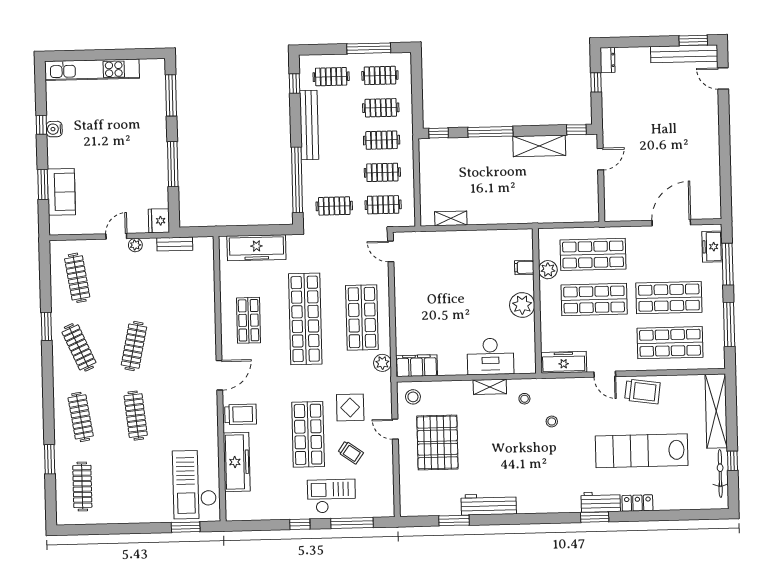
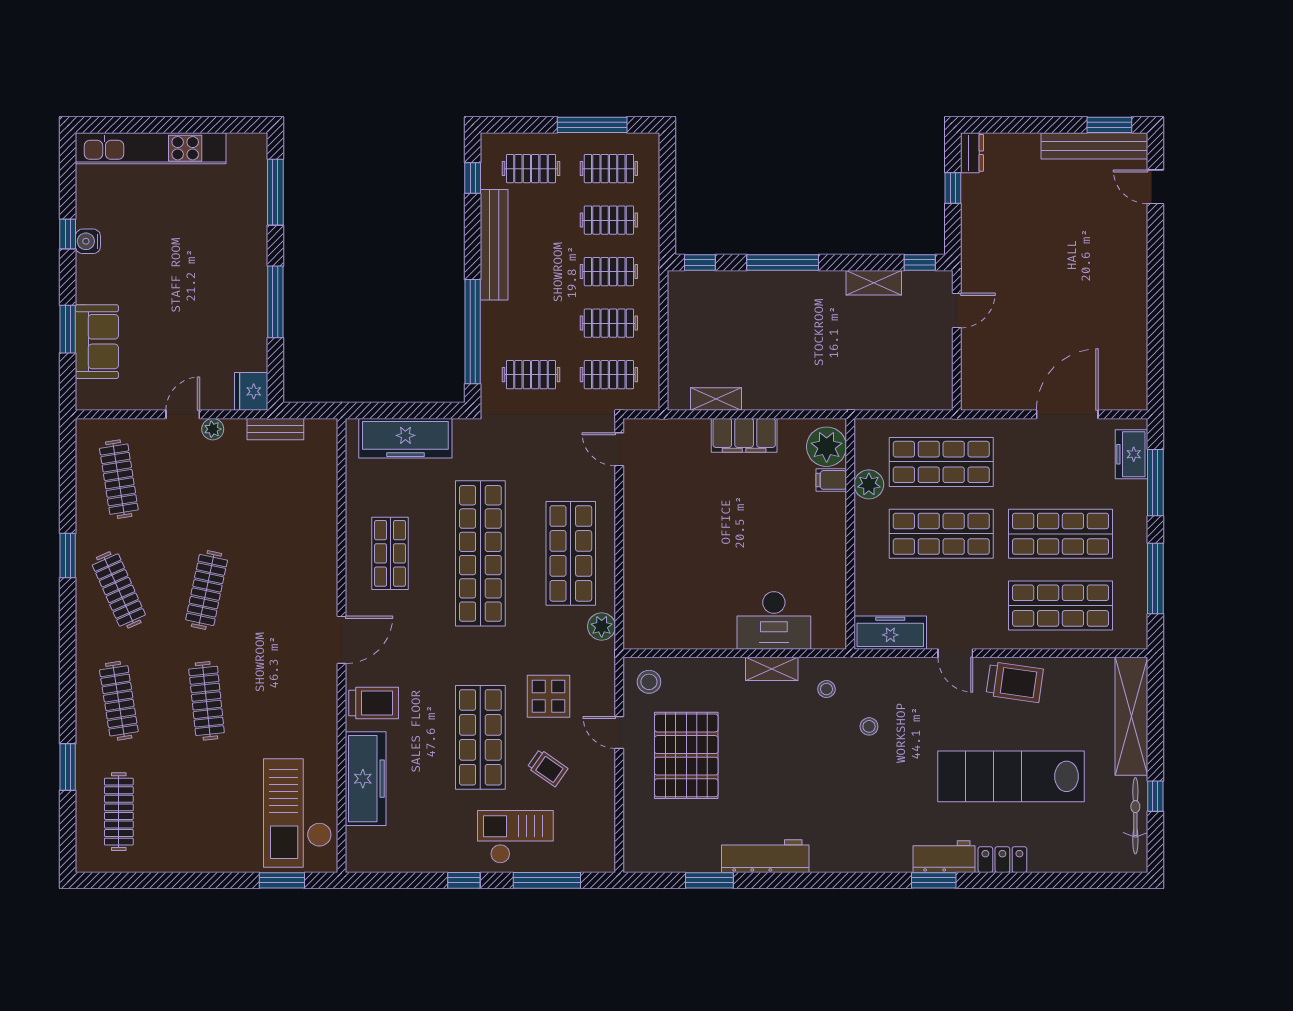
shelving: (539, 146) -> (874, 283), width x0.67, depth x0.75
plant: (522, 305) -> (827, 447), moved
filing cabinet: (417, 366) -> (744, 435), moved, turned 180

